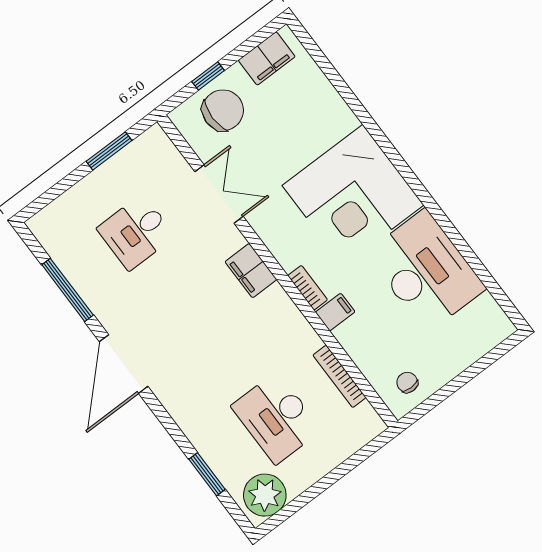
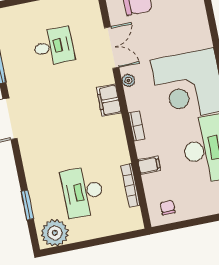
plant: (265, 229) -> (128, 80), added
desk: (136, 232) -> (53, 47), turned 180
filing cabinet: (335, 312) -> (149, 165), moved

